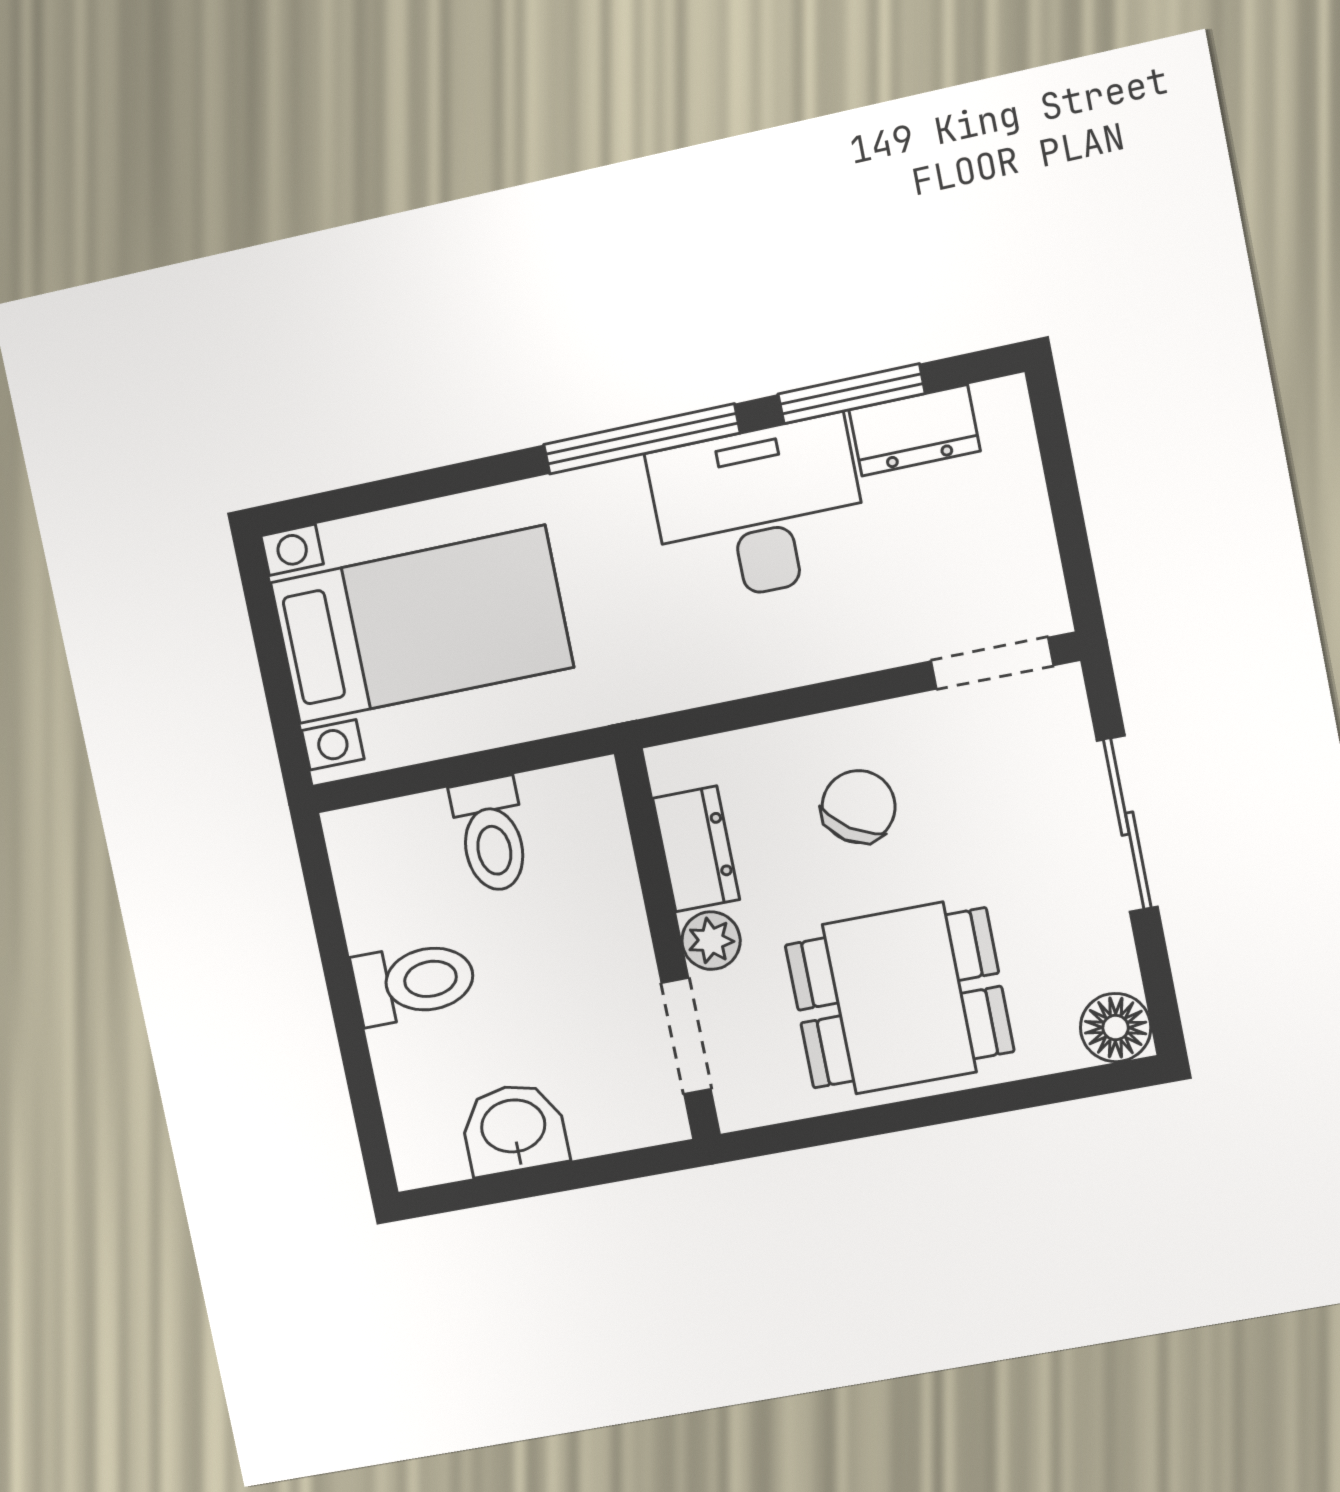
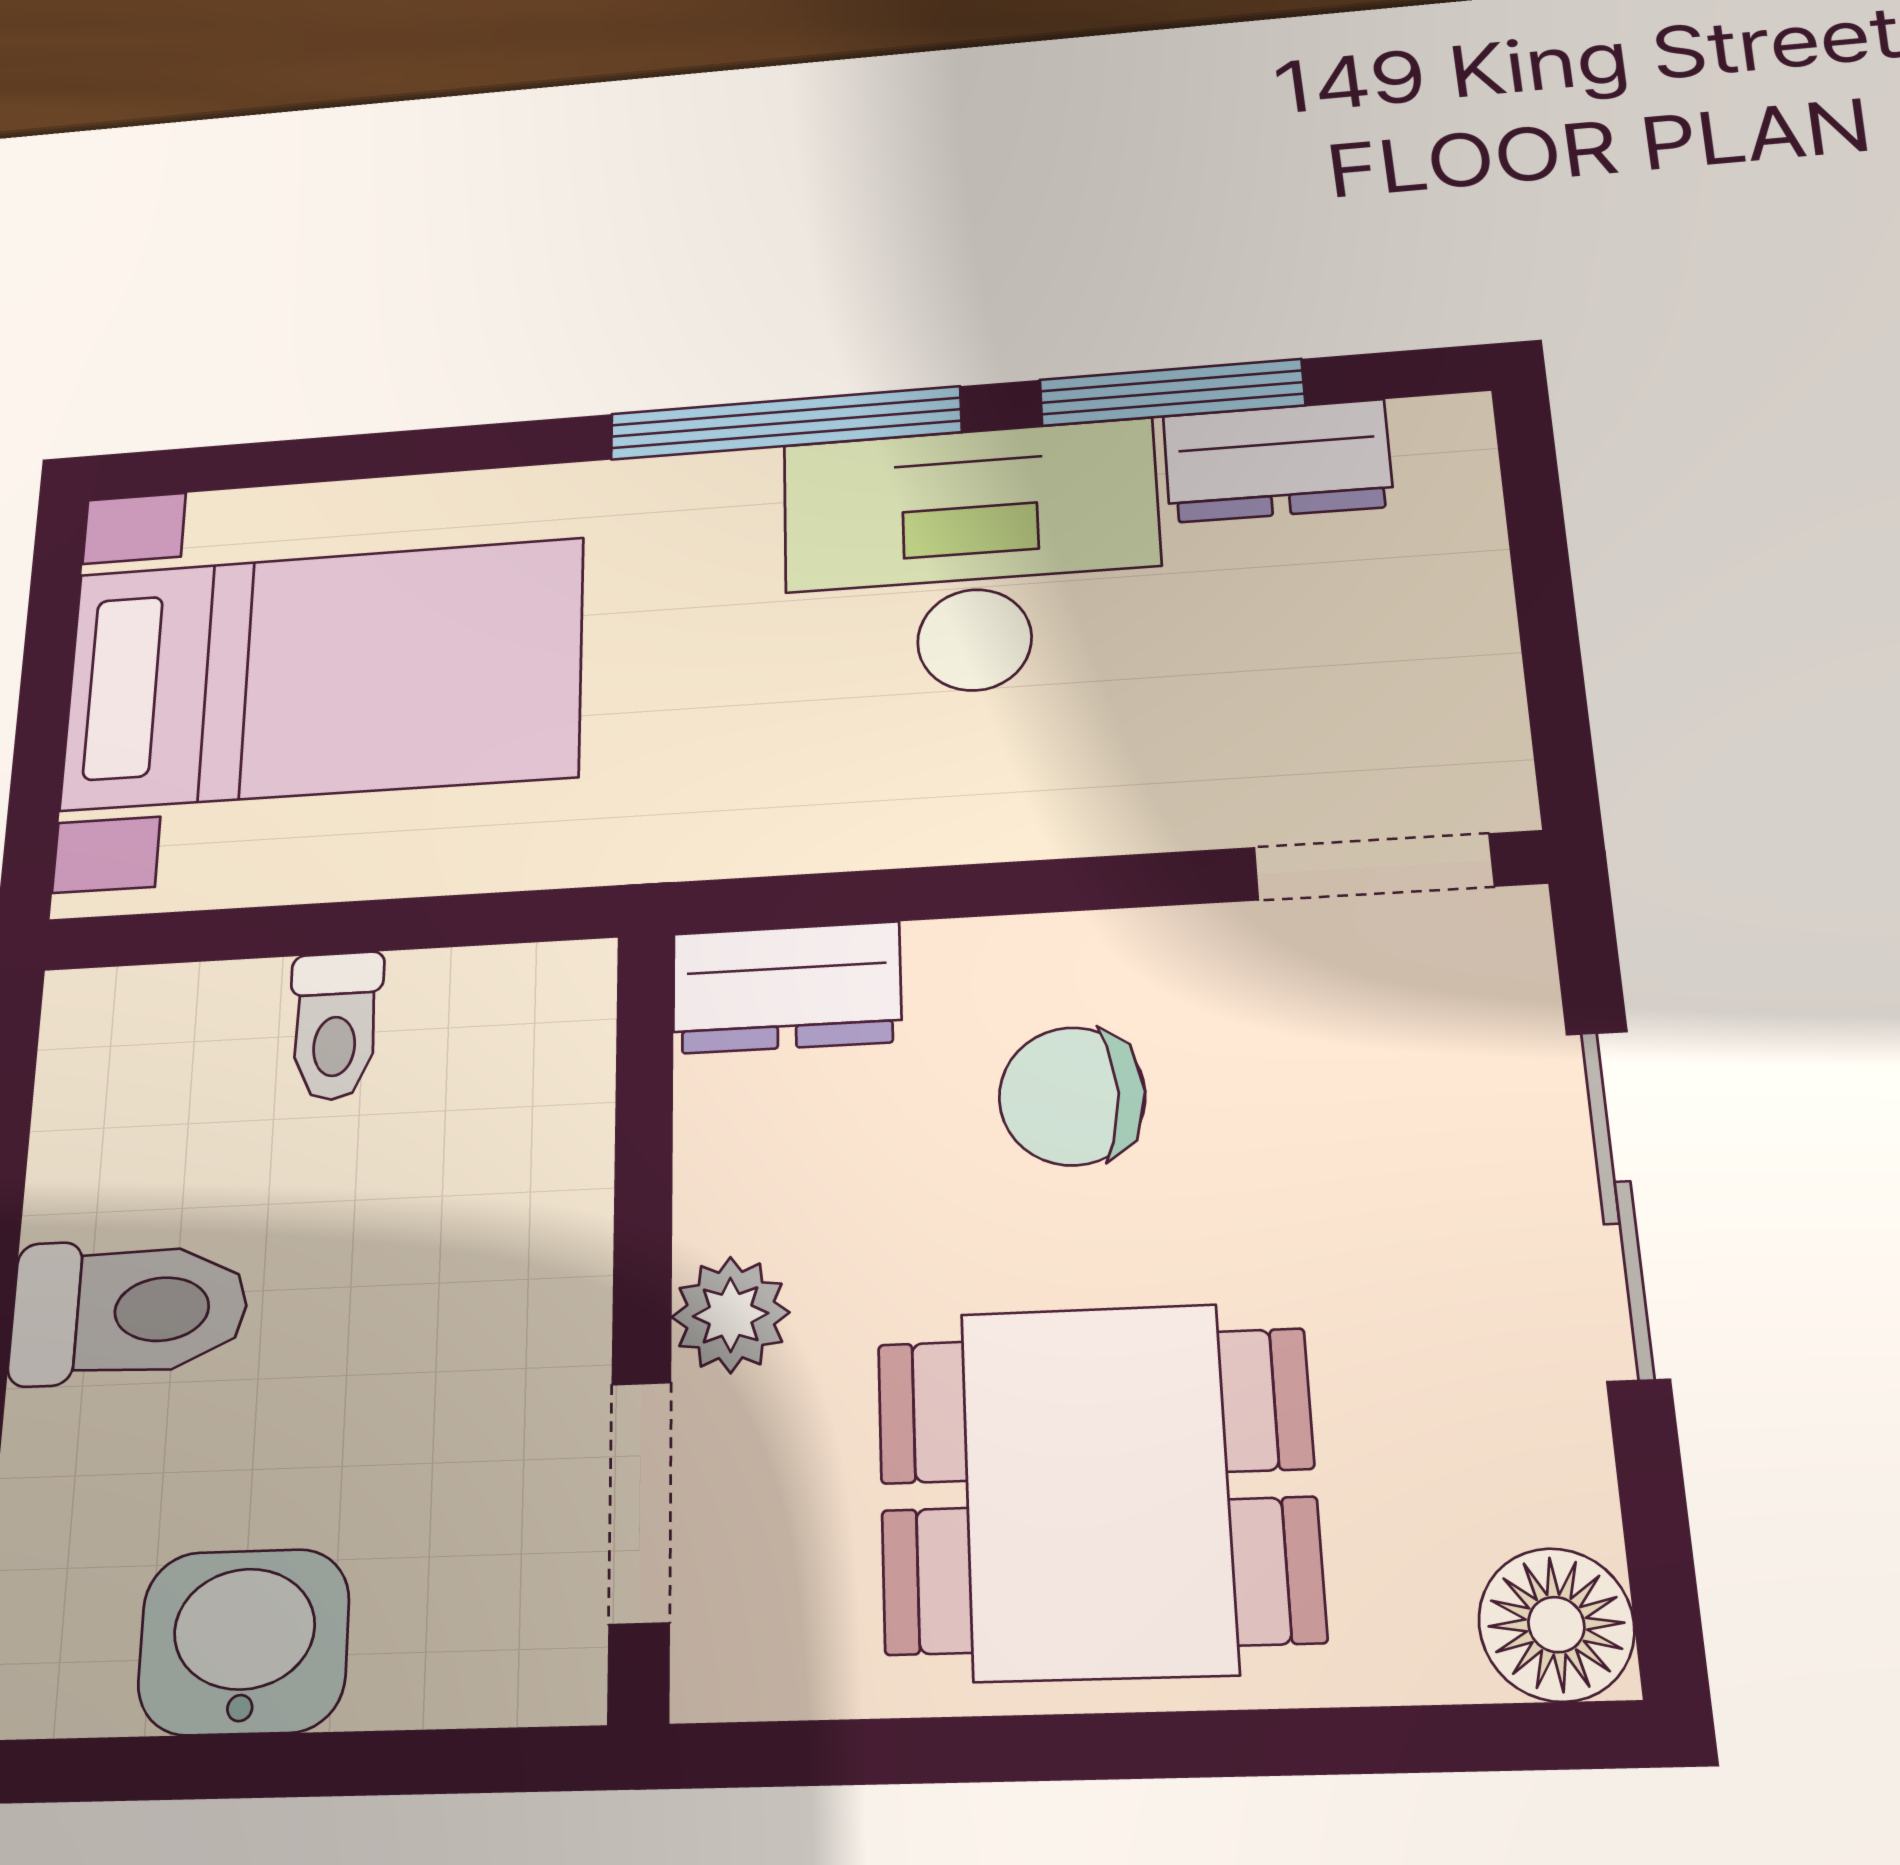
chair: (859, 807) -> (1072, 1096), turned -125
toilet: (491, 835) -> (335, 1026), width x0.73, depth x0.72
dresser: (696, 849) -> (787, 987), moved, turned 90

